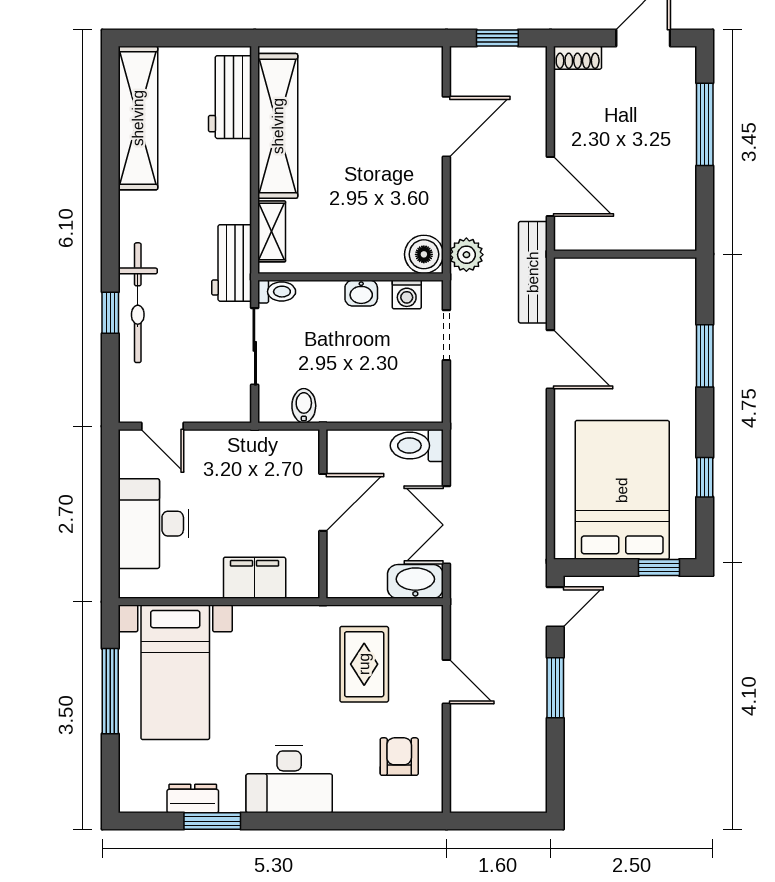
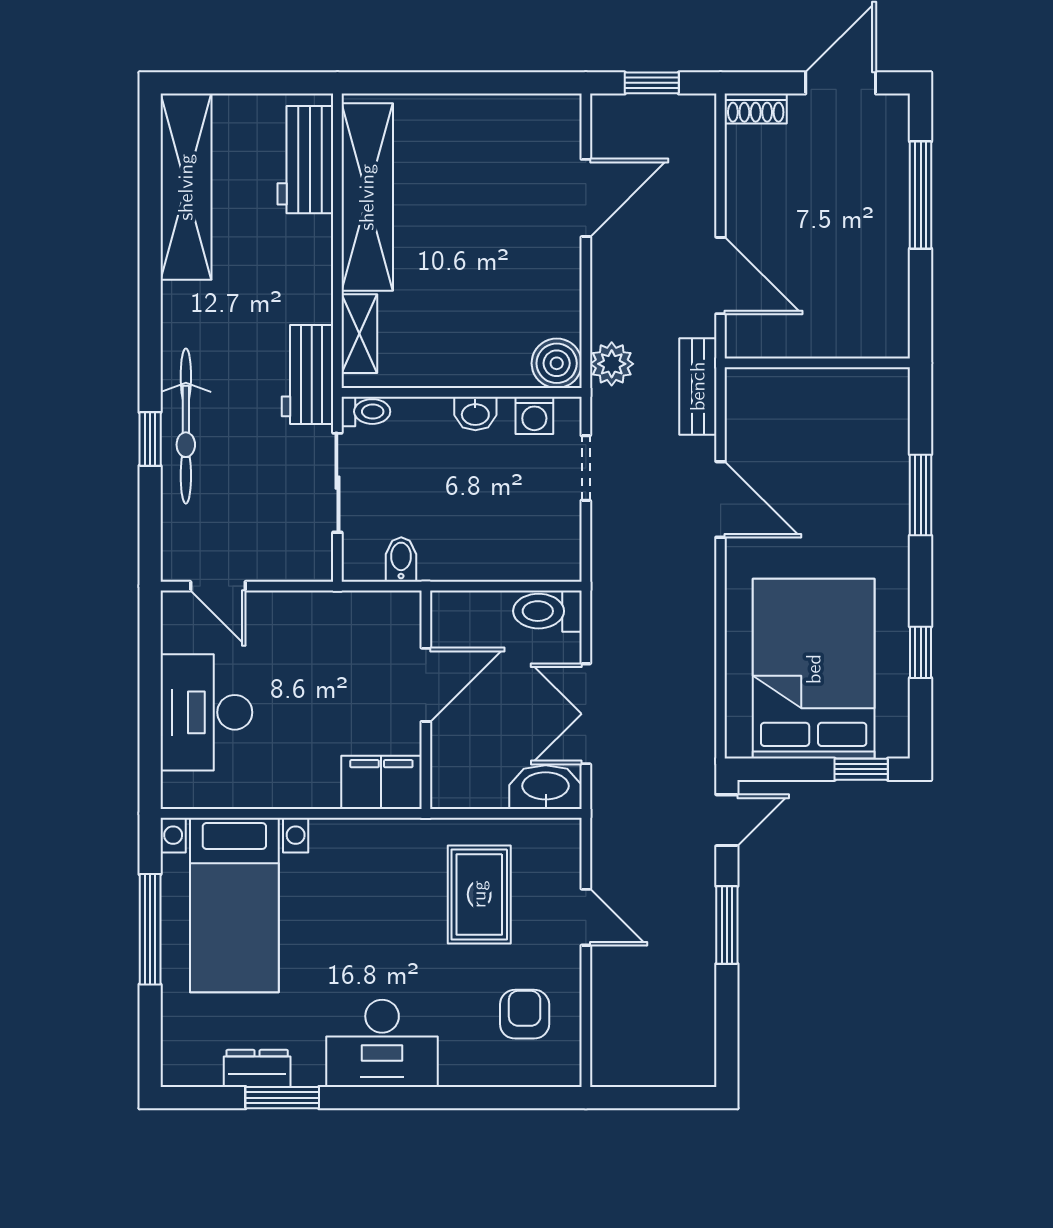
bench: (533, 272) -> (698, 386), width x0.73
filing cabinet: (255, 578) -> (381, 782), moved

